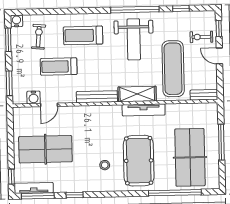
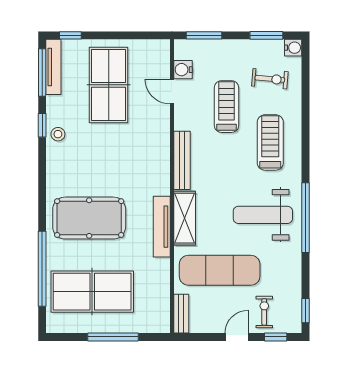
window: (181, 9) -> (306, 311), moved
stool: (105, 165) -> (58, 134), moved

